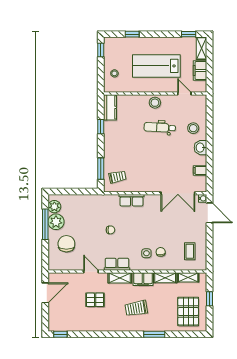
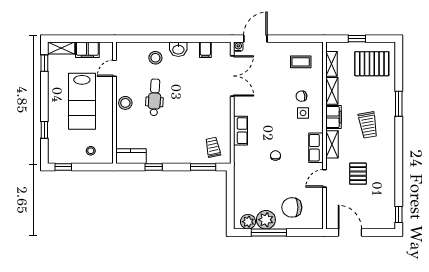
dental chair: (160, 127) -> (155, 97), turned 180

